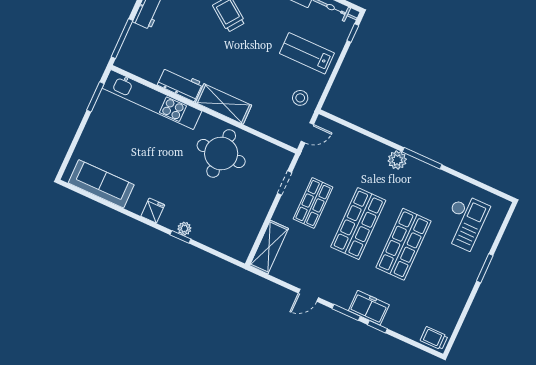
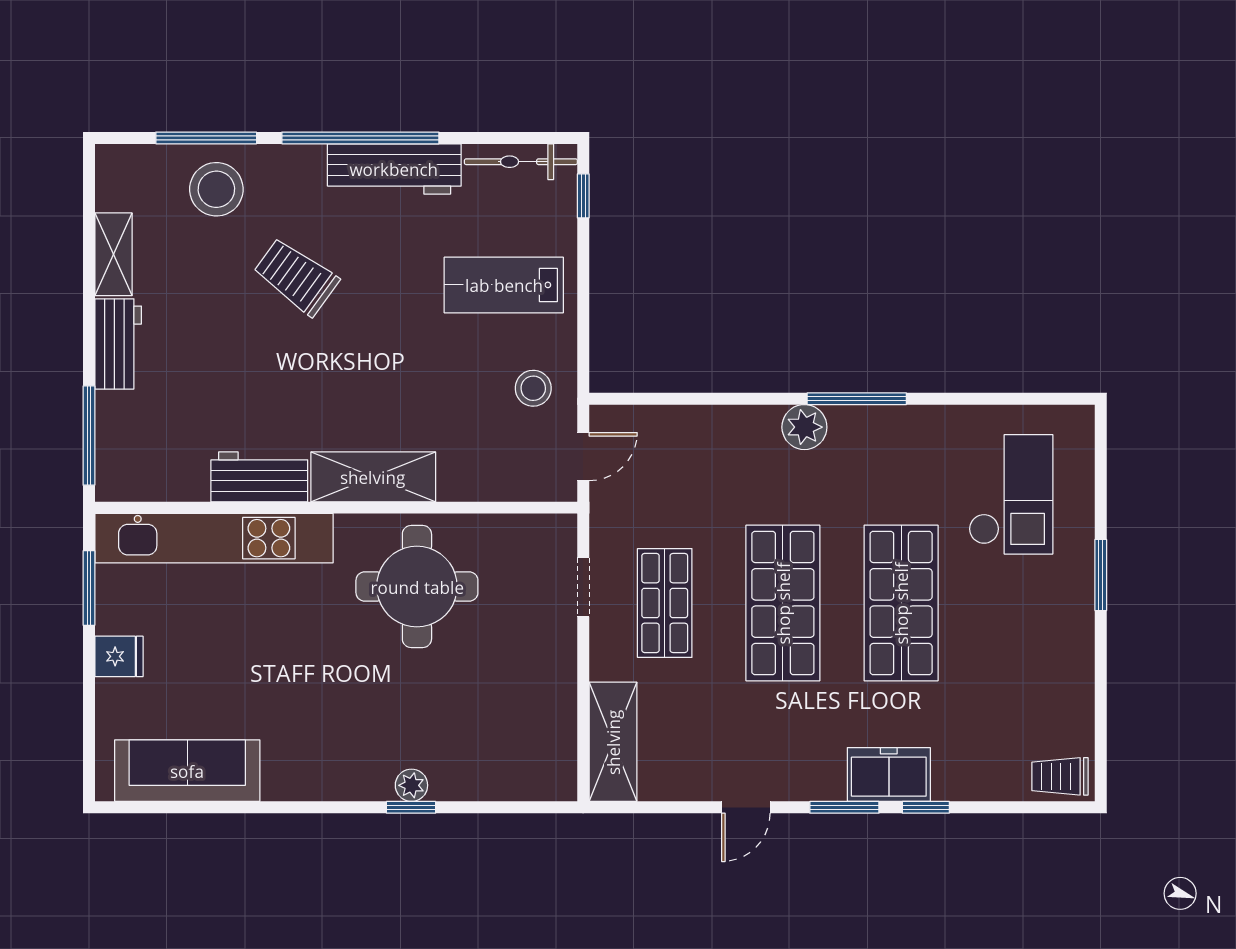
fridge: (153, 211) -> (119, 656), moved, turned 90

